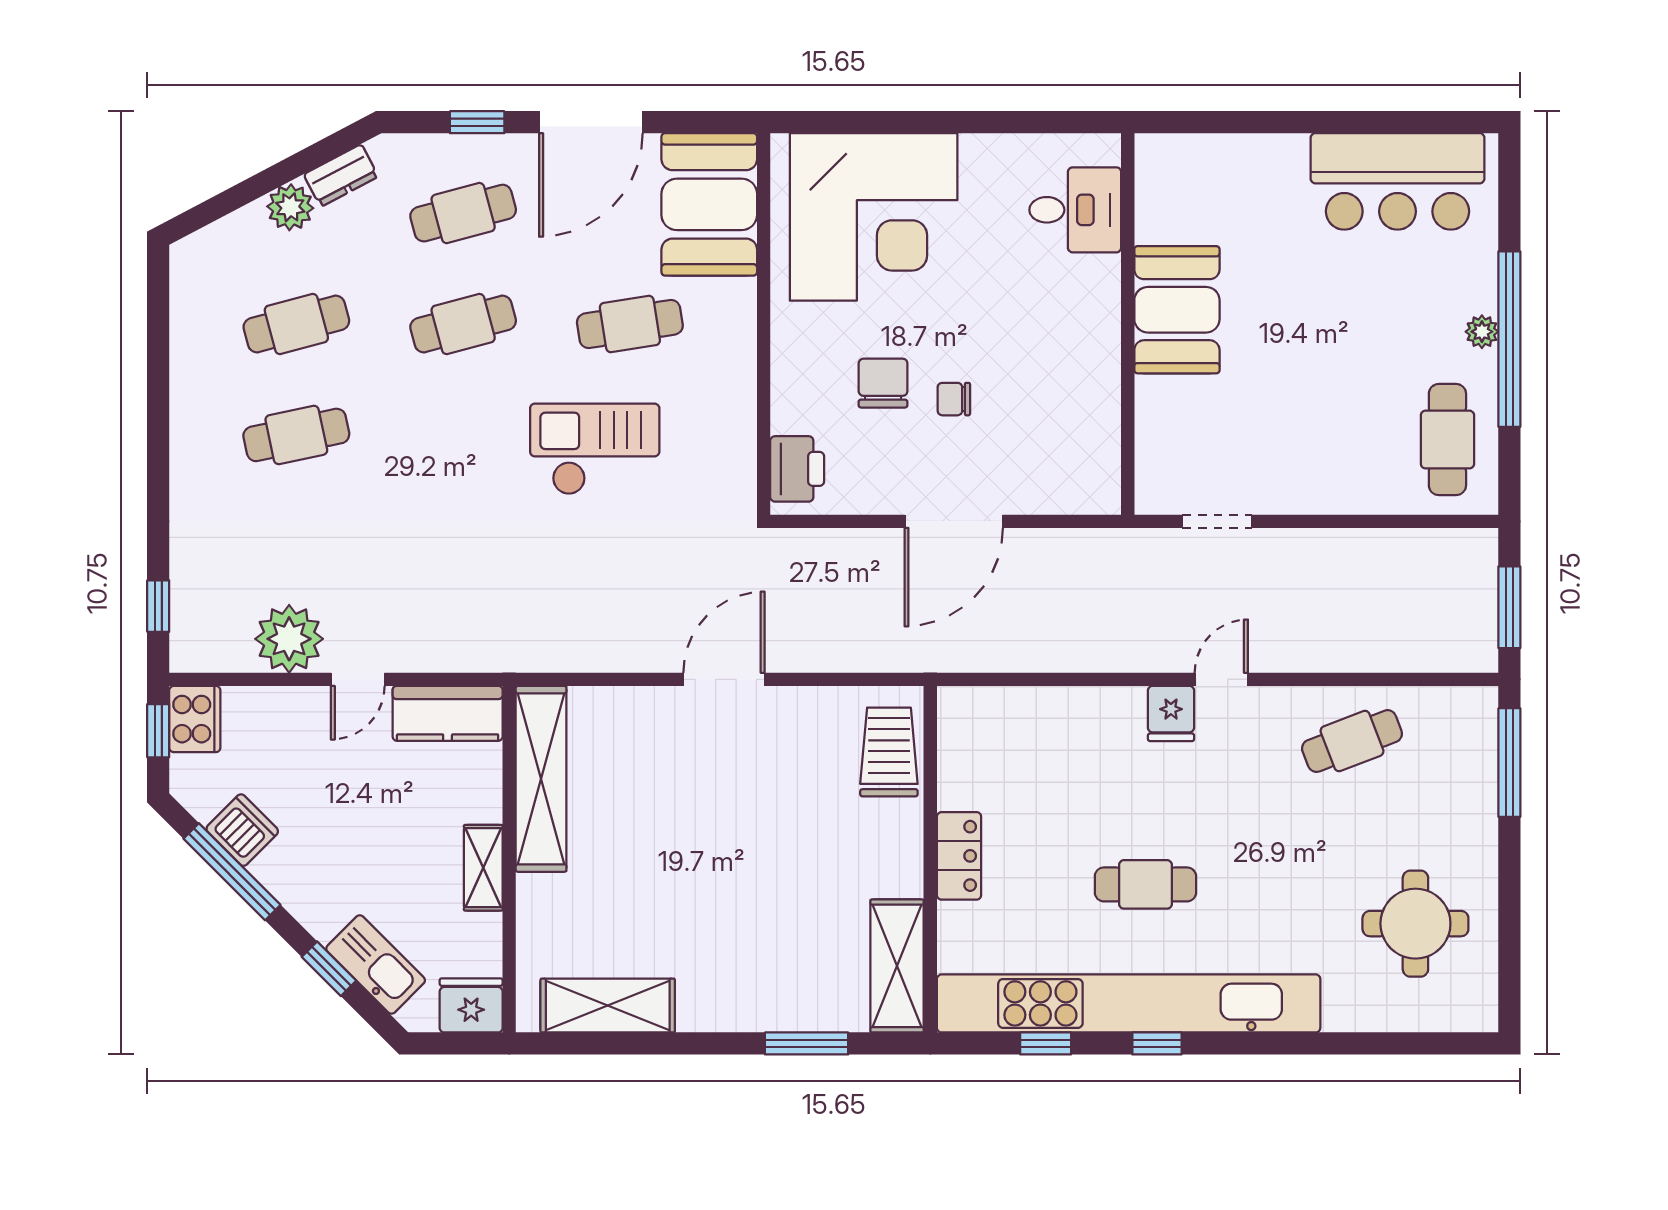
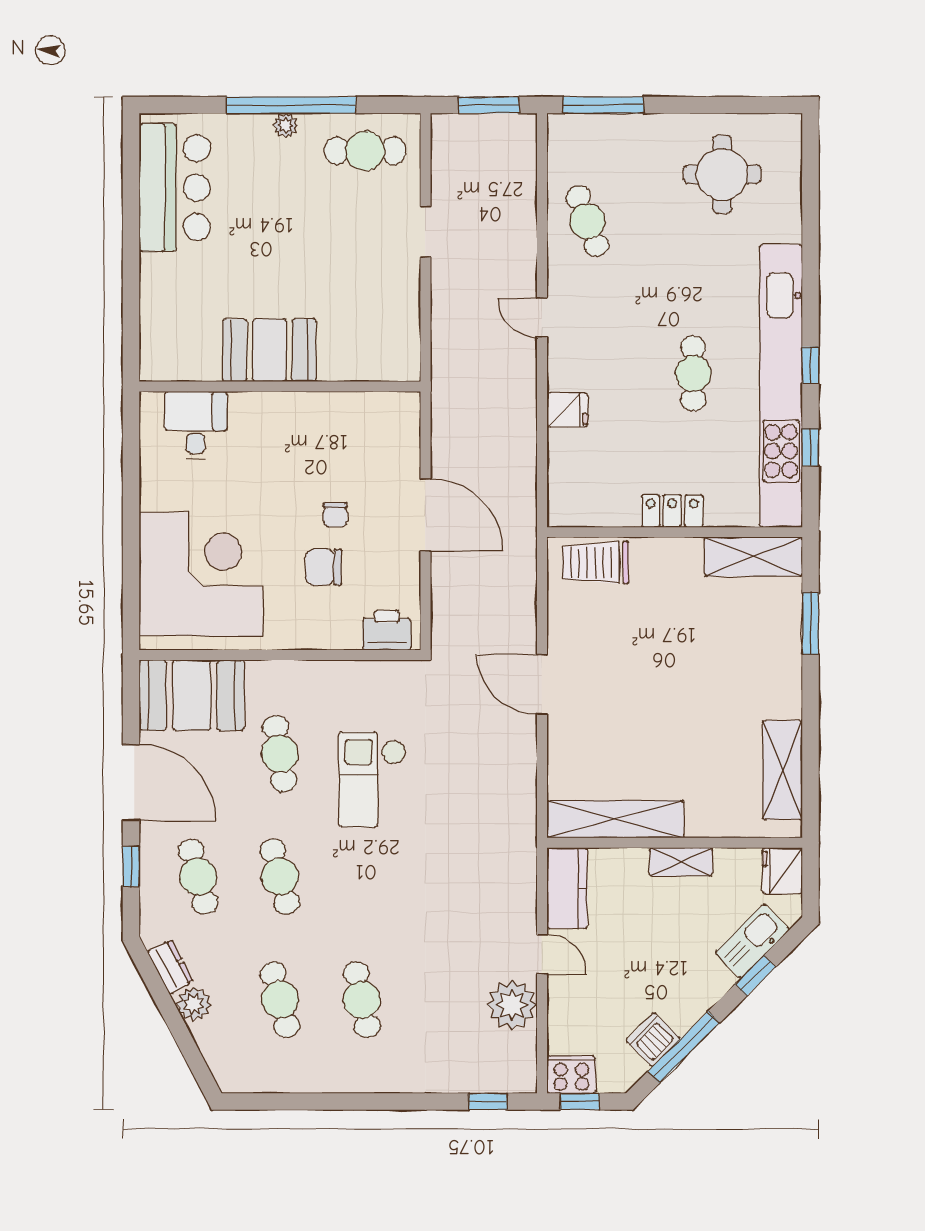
doorway: (1217, 521) -> (425, 232), moved
fridge: (1171, 714) -> (567, 410), moved

